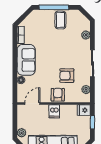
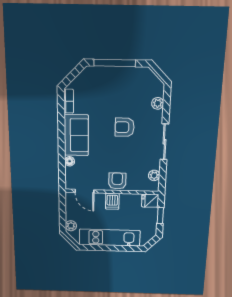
coffee table: (60, 20) -> (123, 81), removed
armchair: (67, 76) -> (125, 127), moved
door: (32, 104) -> (84, 191), swing flipped

